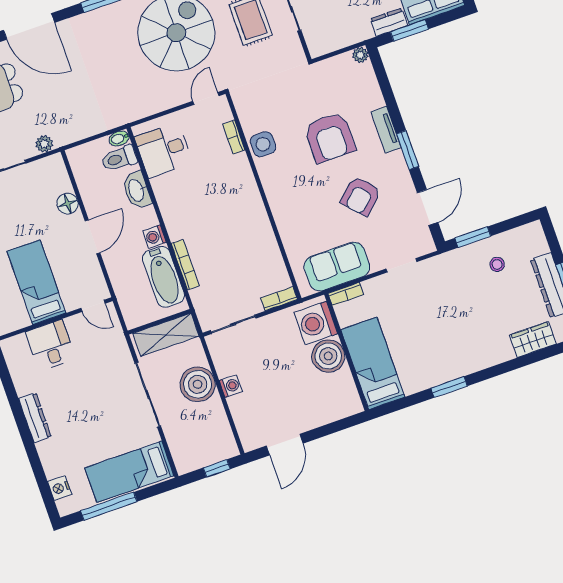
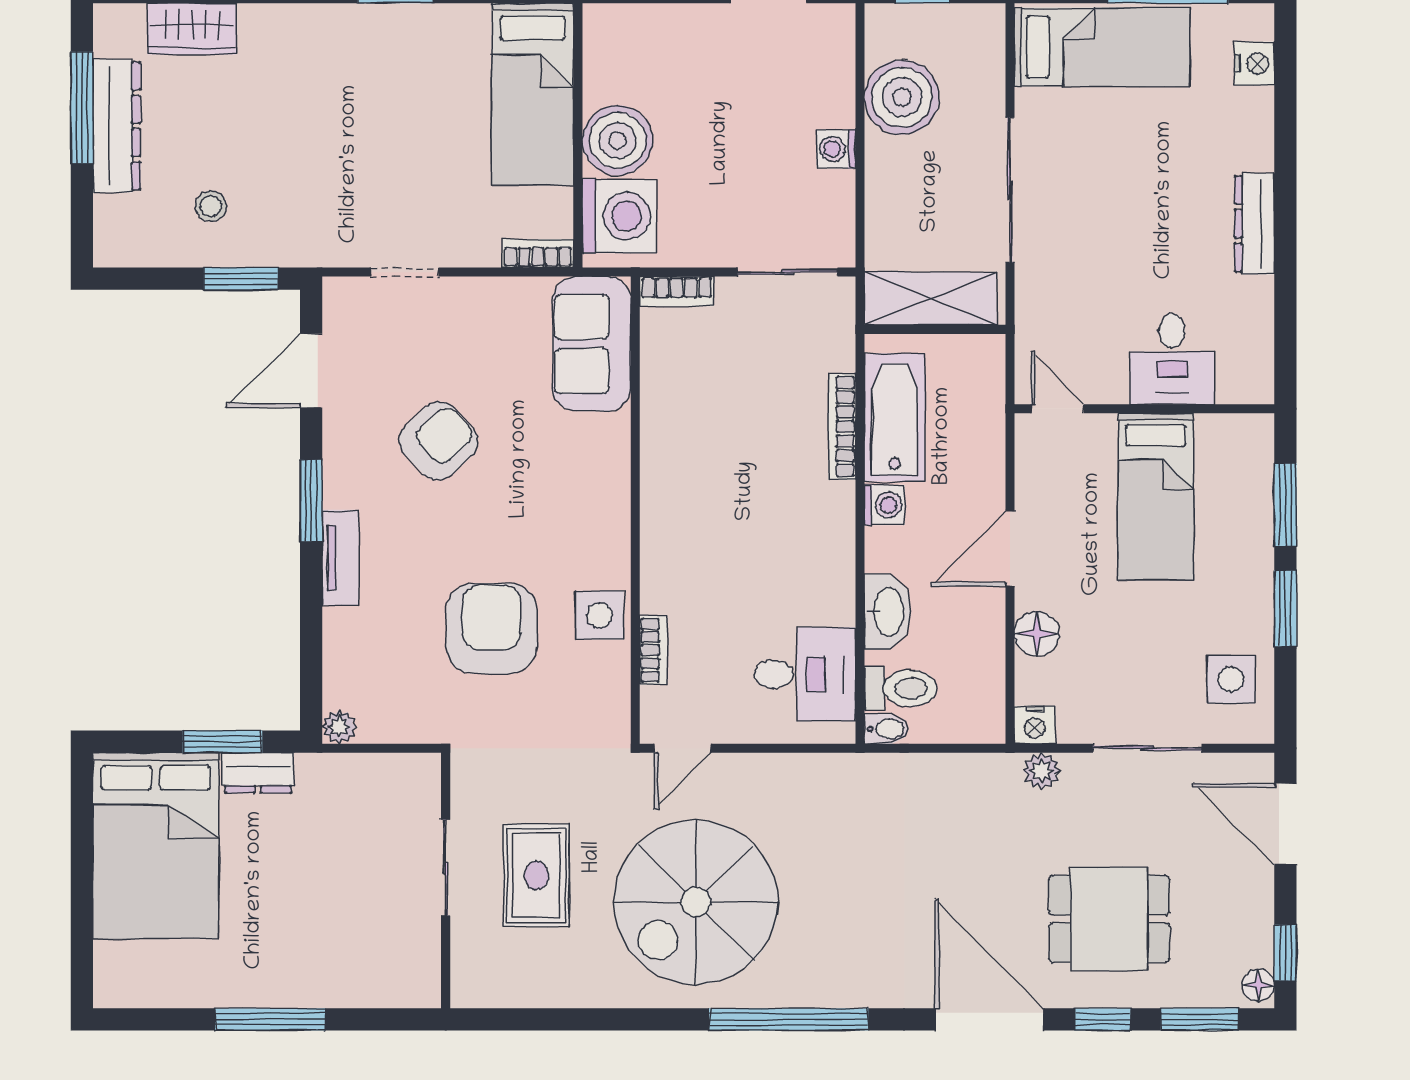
armchair: (330, 137) -> (492, 628), moved
nightstand: (54, 163) -> (1035, 725), added
sofa: (337, 267) -> (592, 344), moved, turned 90
boiler: (198, 384) -> (902, 97), moved

